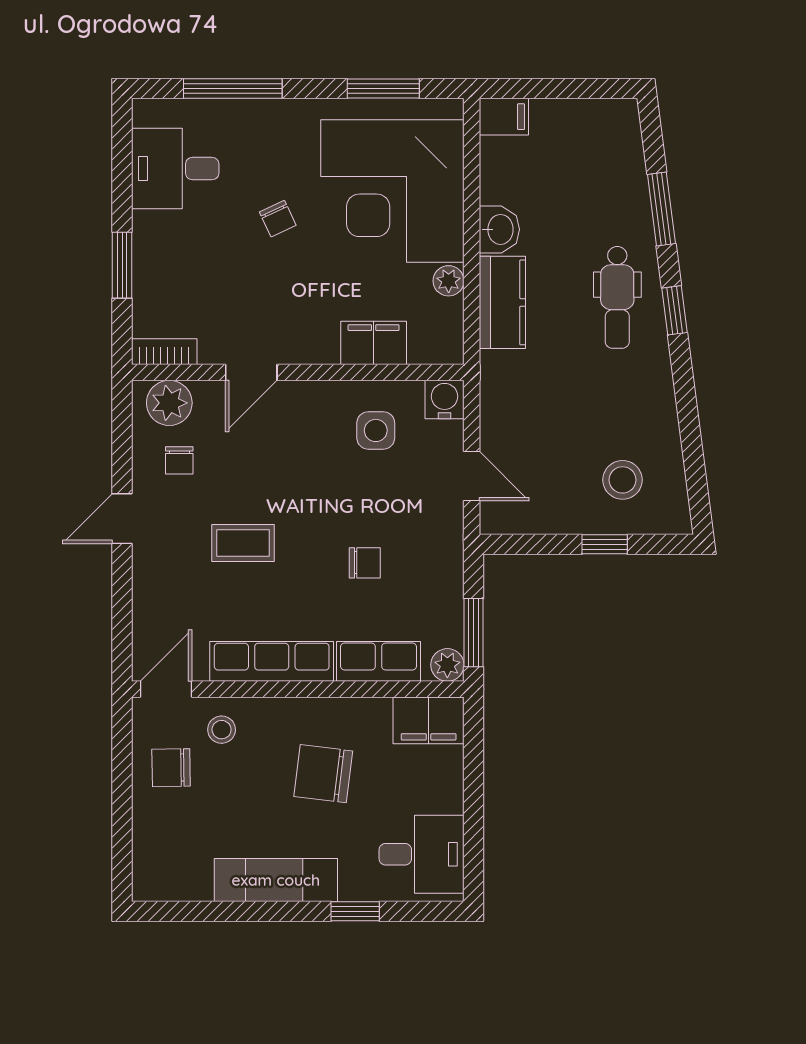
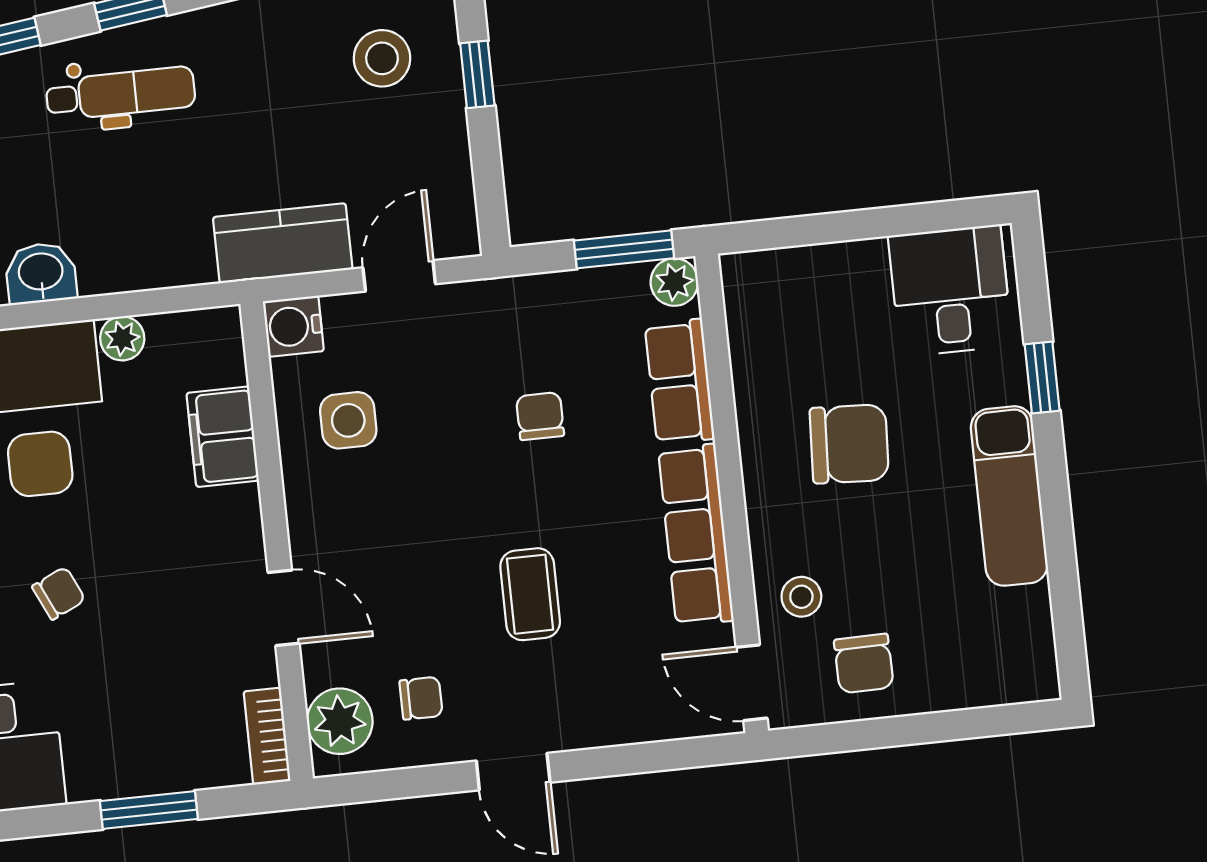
kitchen counter: (502, 302) -> (283, 243), moved
filing cabinet: (429, 720) -> (757, 301), removed
chair: (323, 774) -> (849, 444), turned -94

